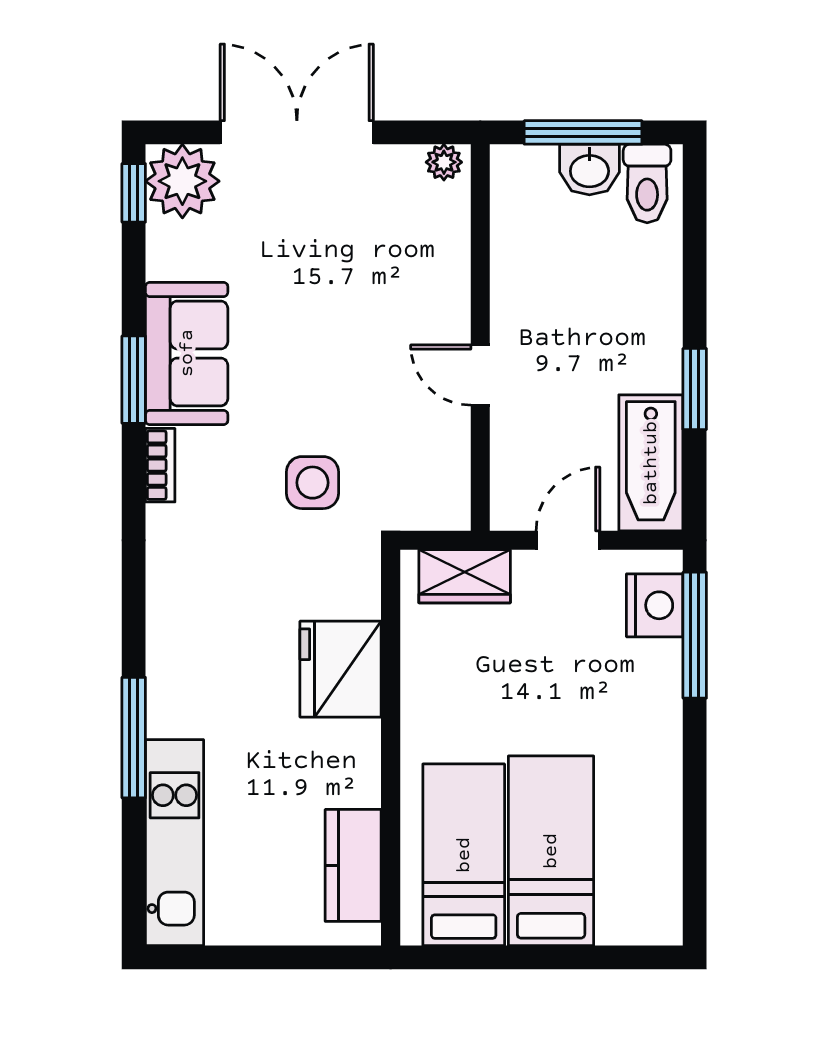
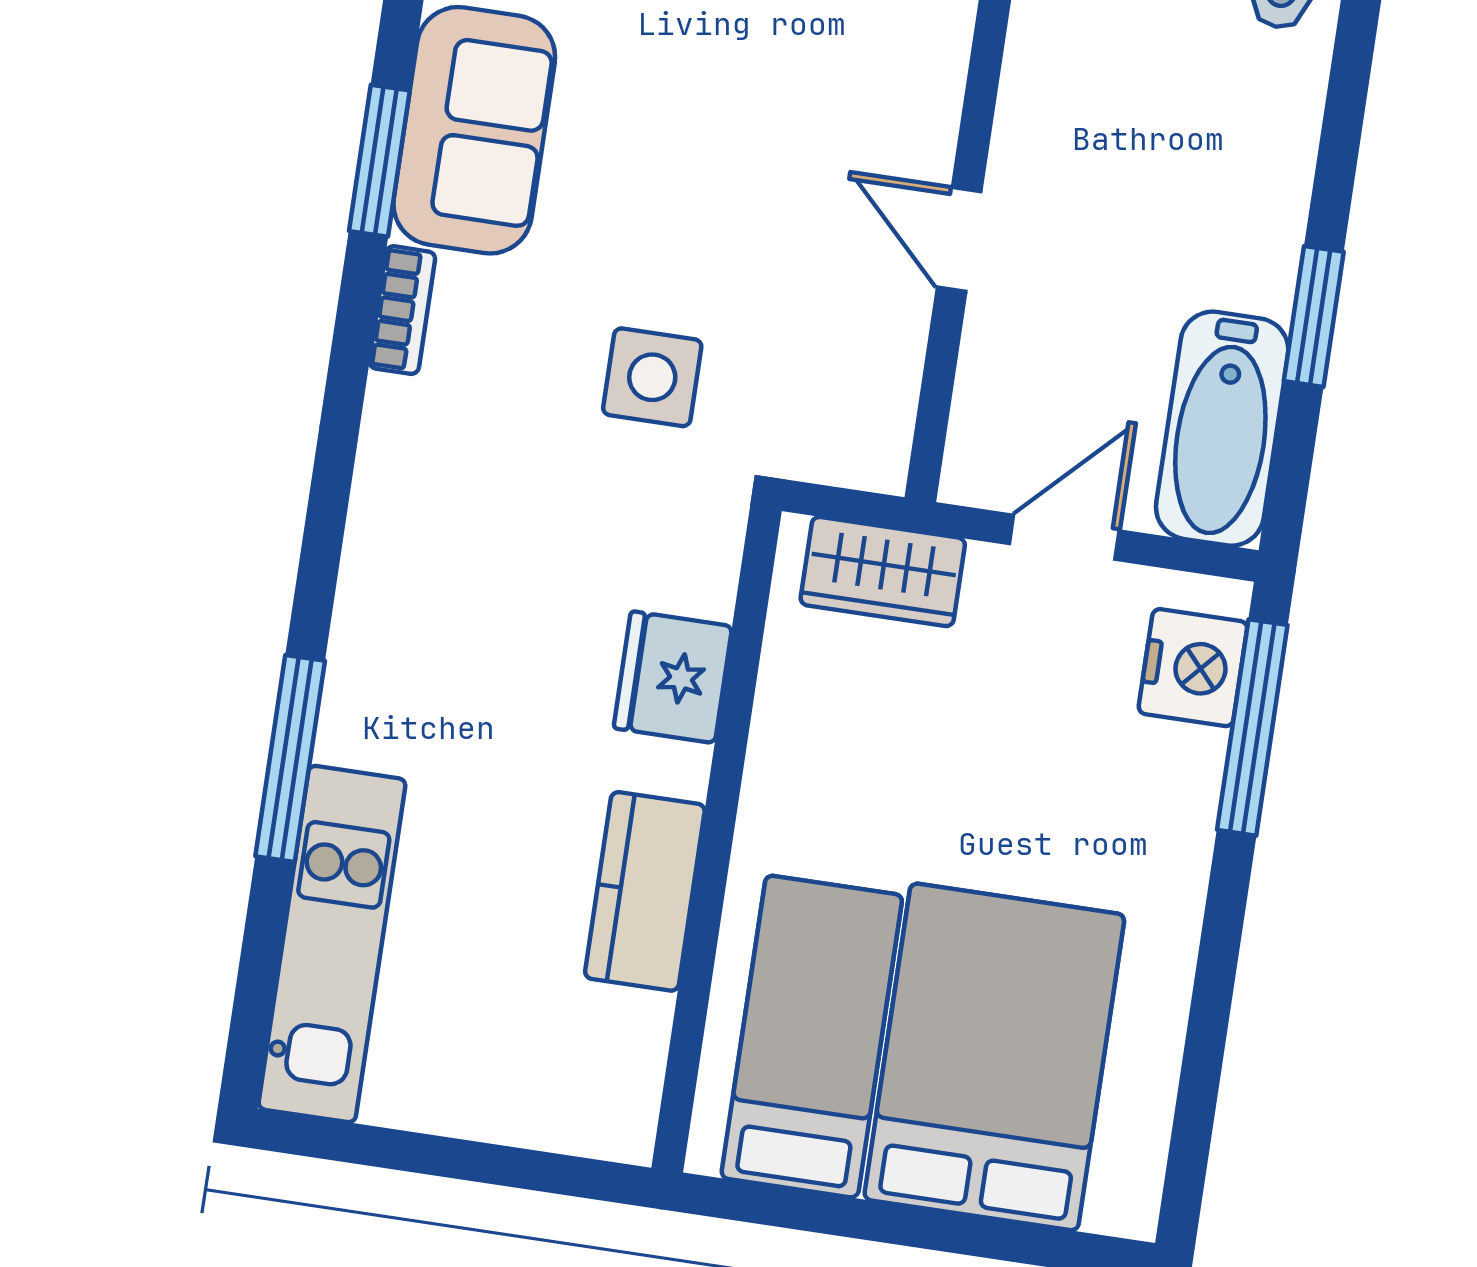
fridge: (341, 669) -> (673, 677), width x0.73, depth x0.75
bed: (551, 851) -> (994, 1057), width x1.50
kitchen counter: (353, 865) -> (645, 891), moved

